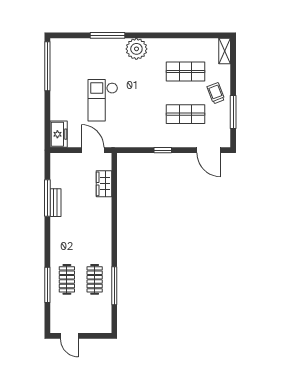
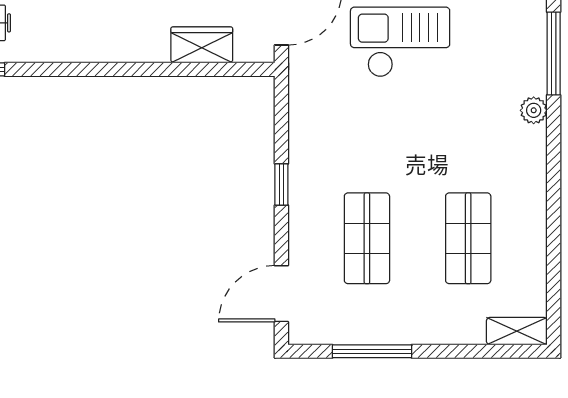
plant: (136, 49) -> (534, 110), width x0.53, depth x0.53
trolley: (216, 93) -> (417, 310), removed

